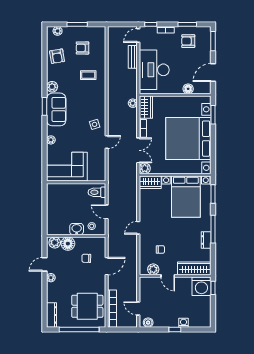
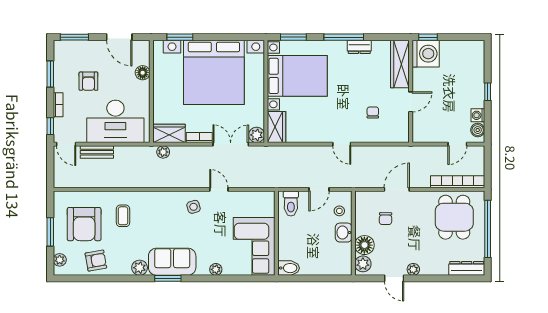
armchair: (188, 41) -> (88, 81), moved
armchair: (82, 48) -> (84, 224), width x1.88, depth x1.88
bidet: (52, 191) -> (289, 268), added
door: (107, 266) -> (397, 189), hinge flipped
plant: (153, 269) -> (401, 123), removed
washing machine: (184, 323) -> (478, 115), moved

